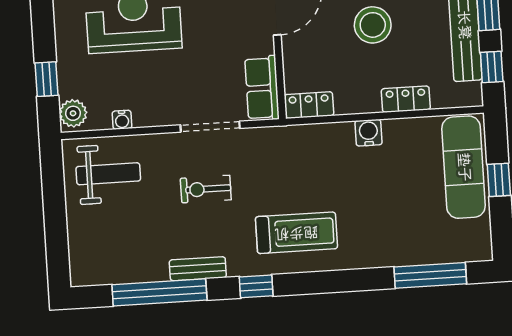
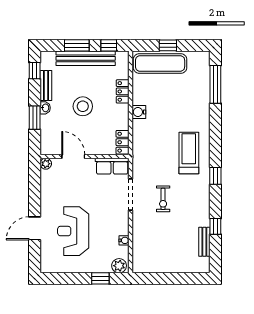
weight bench: (108, 174) -> (152, 249), removed
bench: (198, 269) -> (204, 242), moved
window: (159, 292) -> (215, 226), width x0.32

